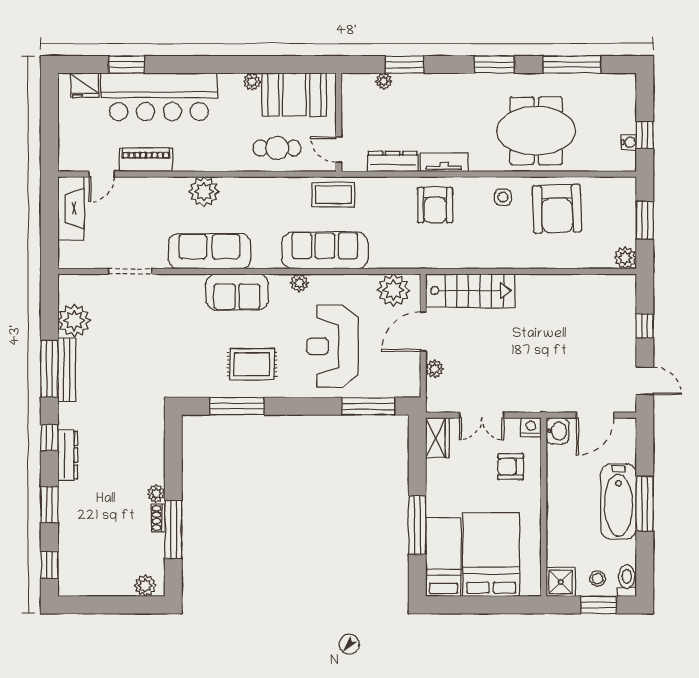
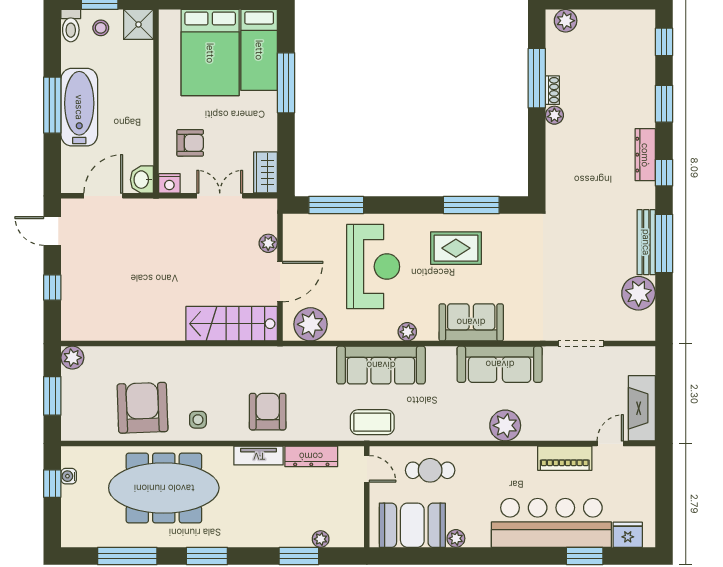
meeting table: (536, 131) -> (164, 488), width x1.36

